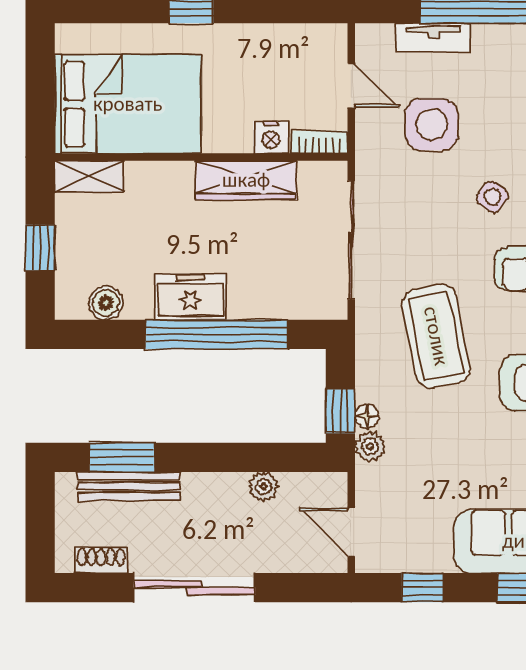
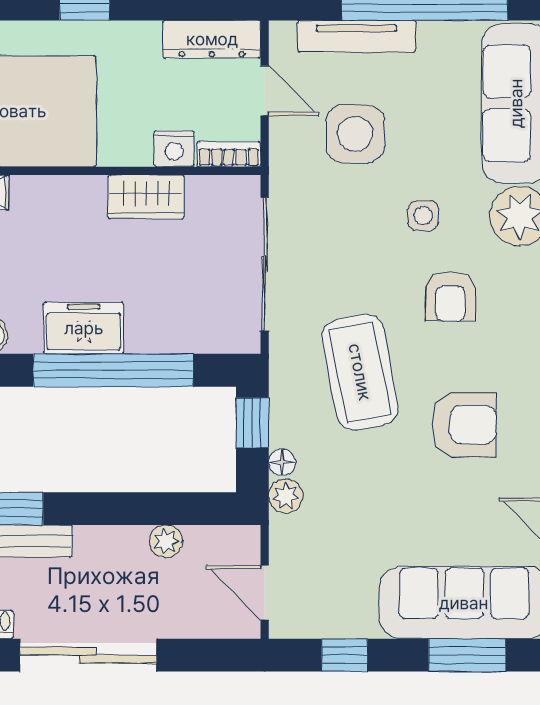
tv unit: (433, 37) -> (357, 36), width x1.41
dresser: (304, 40) -> (212, 39), added
wardrobe: (246, 180) -> (146, 197), width x0.67
side table: (492, 197) -> (423, 216), turned -38
window: (340, 411) -> (252, 423), moved

